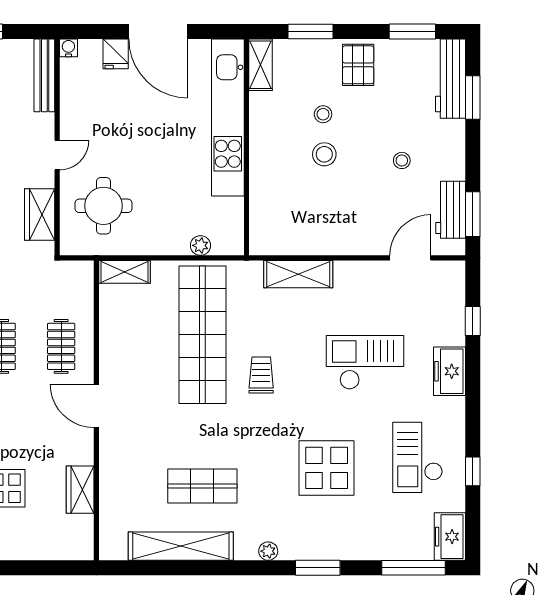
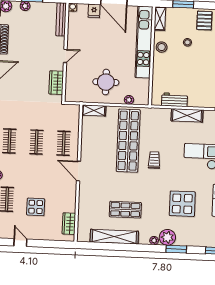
stool: (324, 154) -> (162, 47), moved
round table: (103, 206) -> (106, 82), moved
workbench: (300, 241) -> (175, 100), added
shelving: (298, 274) -> (187, 115), moved
wardrobe: (80, 490) -> (69, 224), moved
plant: (297, 543) -> (167, 237), added

